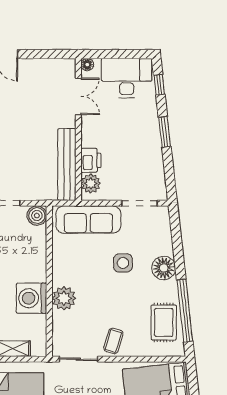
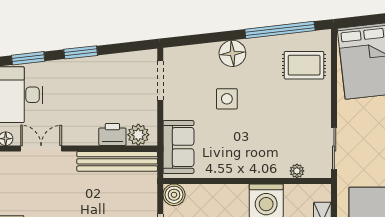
window: (159, 85) -> (28, 58), width x1.50
sofa: (88, 220) -> (178, 147), width x0.73
plant: (64, 298) -> (297, 171), moved, width x0.53, depth x0.53
rug: (164, 322) -> (304, 65), moved
coffee table: (113, 341) -> (314, 110), removed

